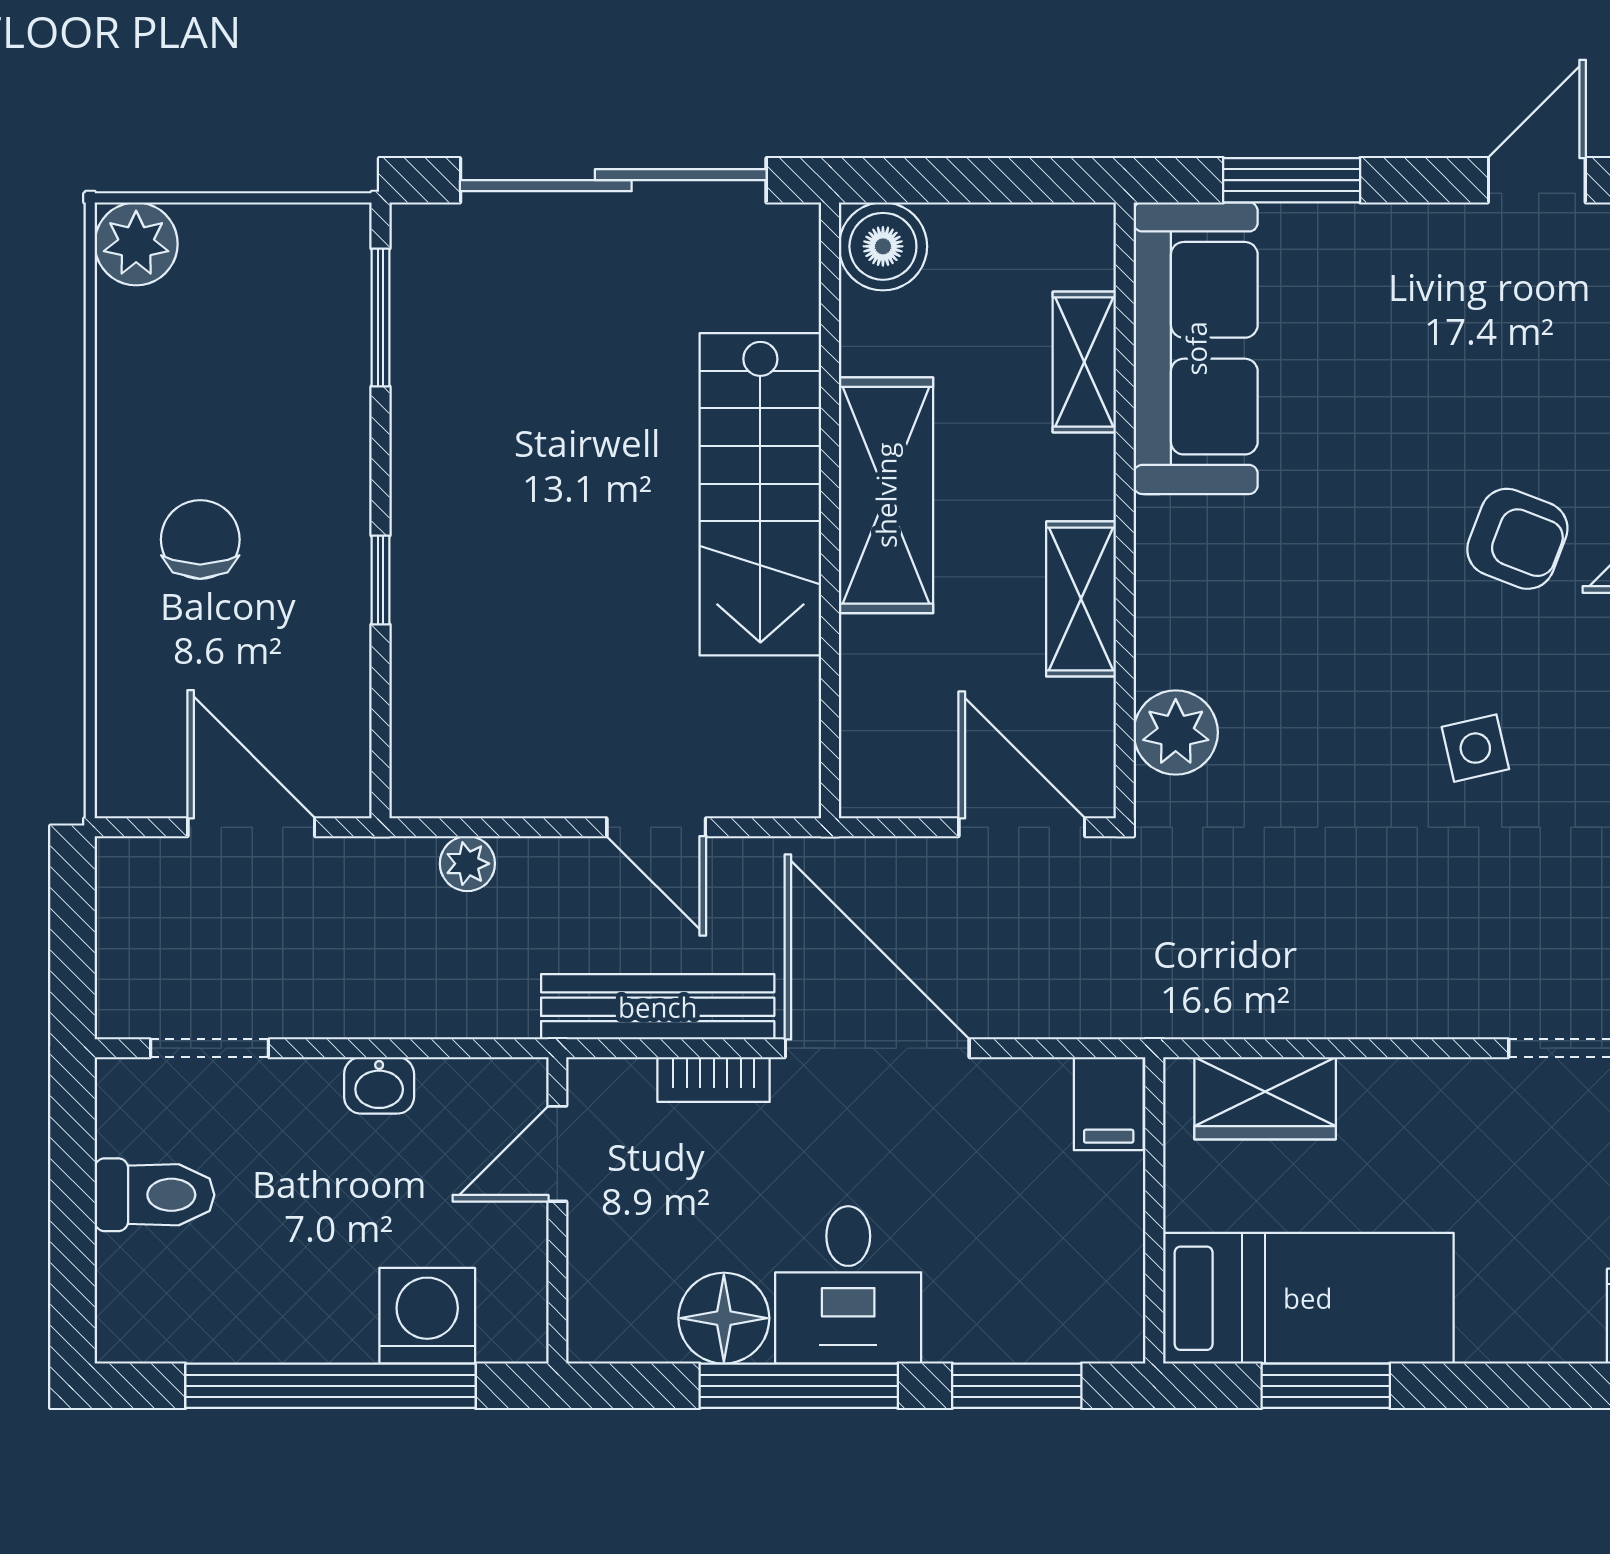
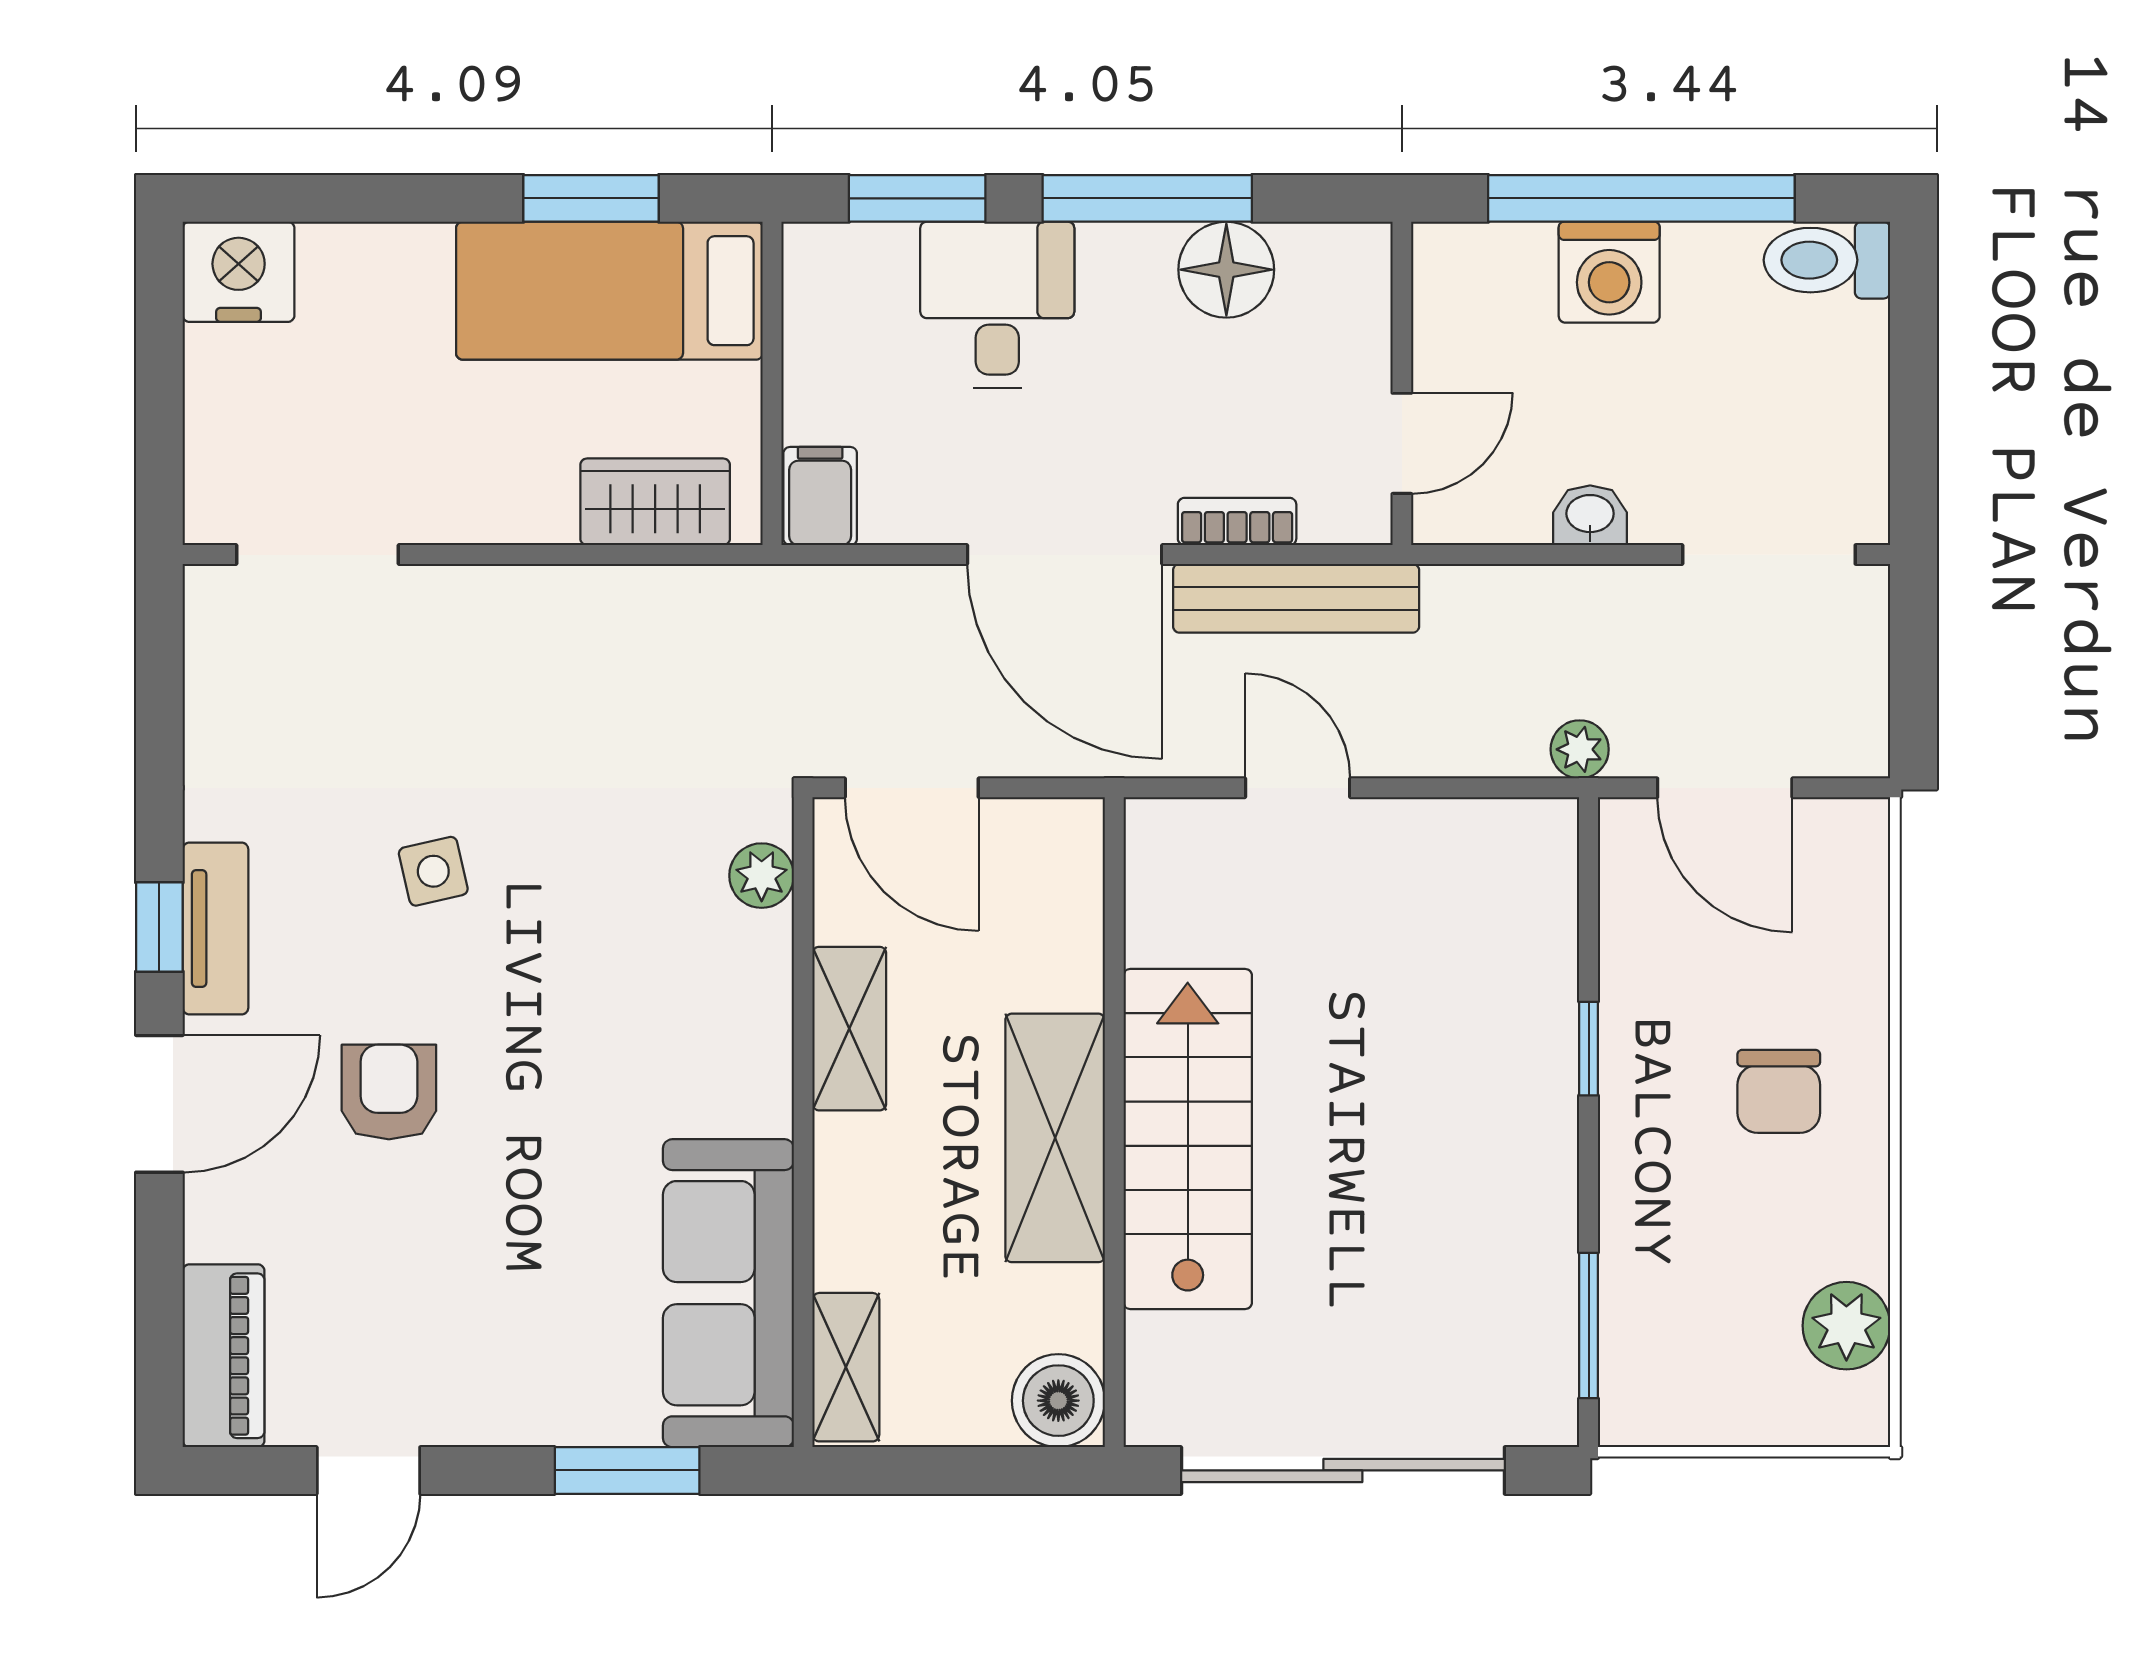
plant: (136, 244) -> (1846, 1326), moved
shelving: (1084, 362) -> (846, 1367), moved
armchair: (1517, 539) -> (389, 1092), turned 69
plant: (1176, 732) -> (762, 876), width x0.73, depth x0.73
plant: (467, 864) -> (1580, 749), moved
doorway: (210, 1048) -> (1769, 555), width x1.38
toilet: (155, 1195) -> (1827, 260), moved
desk: (848, 1285) -> (997, 305), moved
washing machine: (427, 1316) -> (1609, 272), moved

